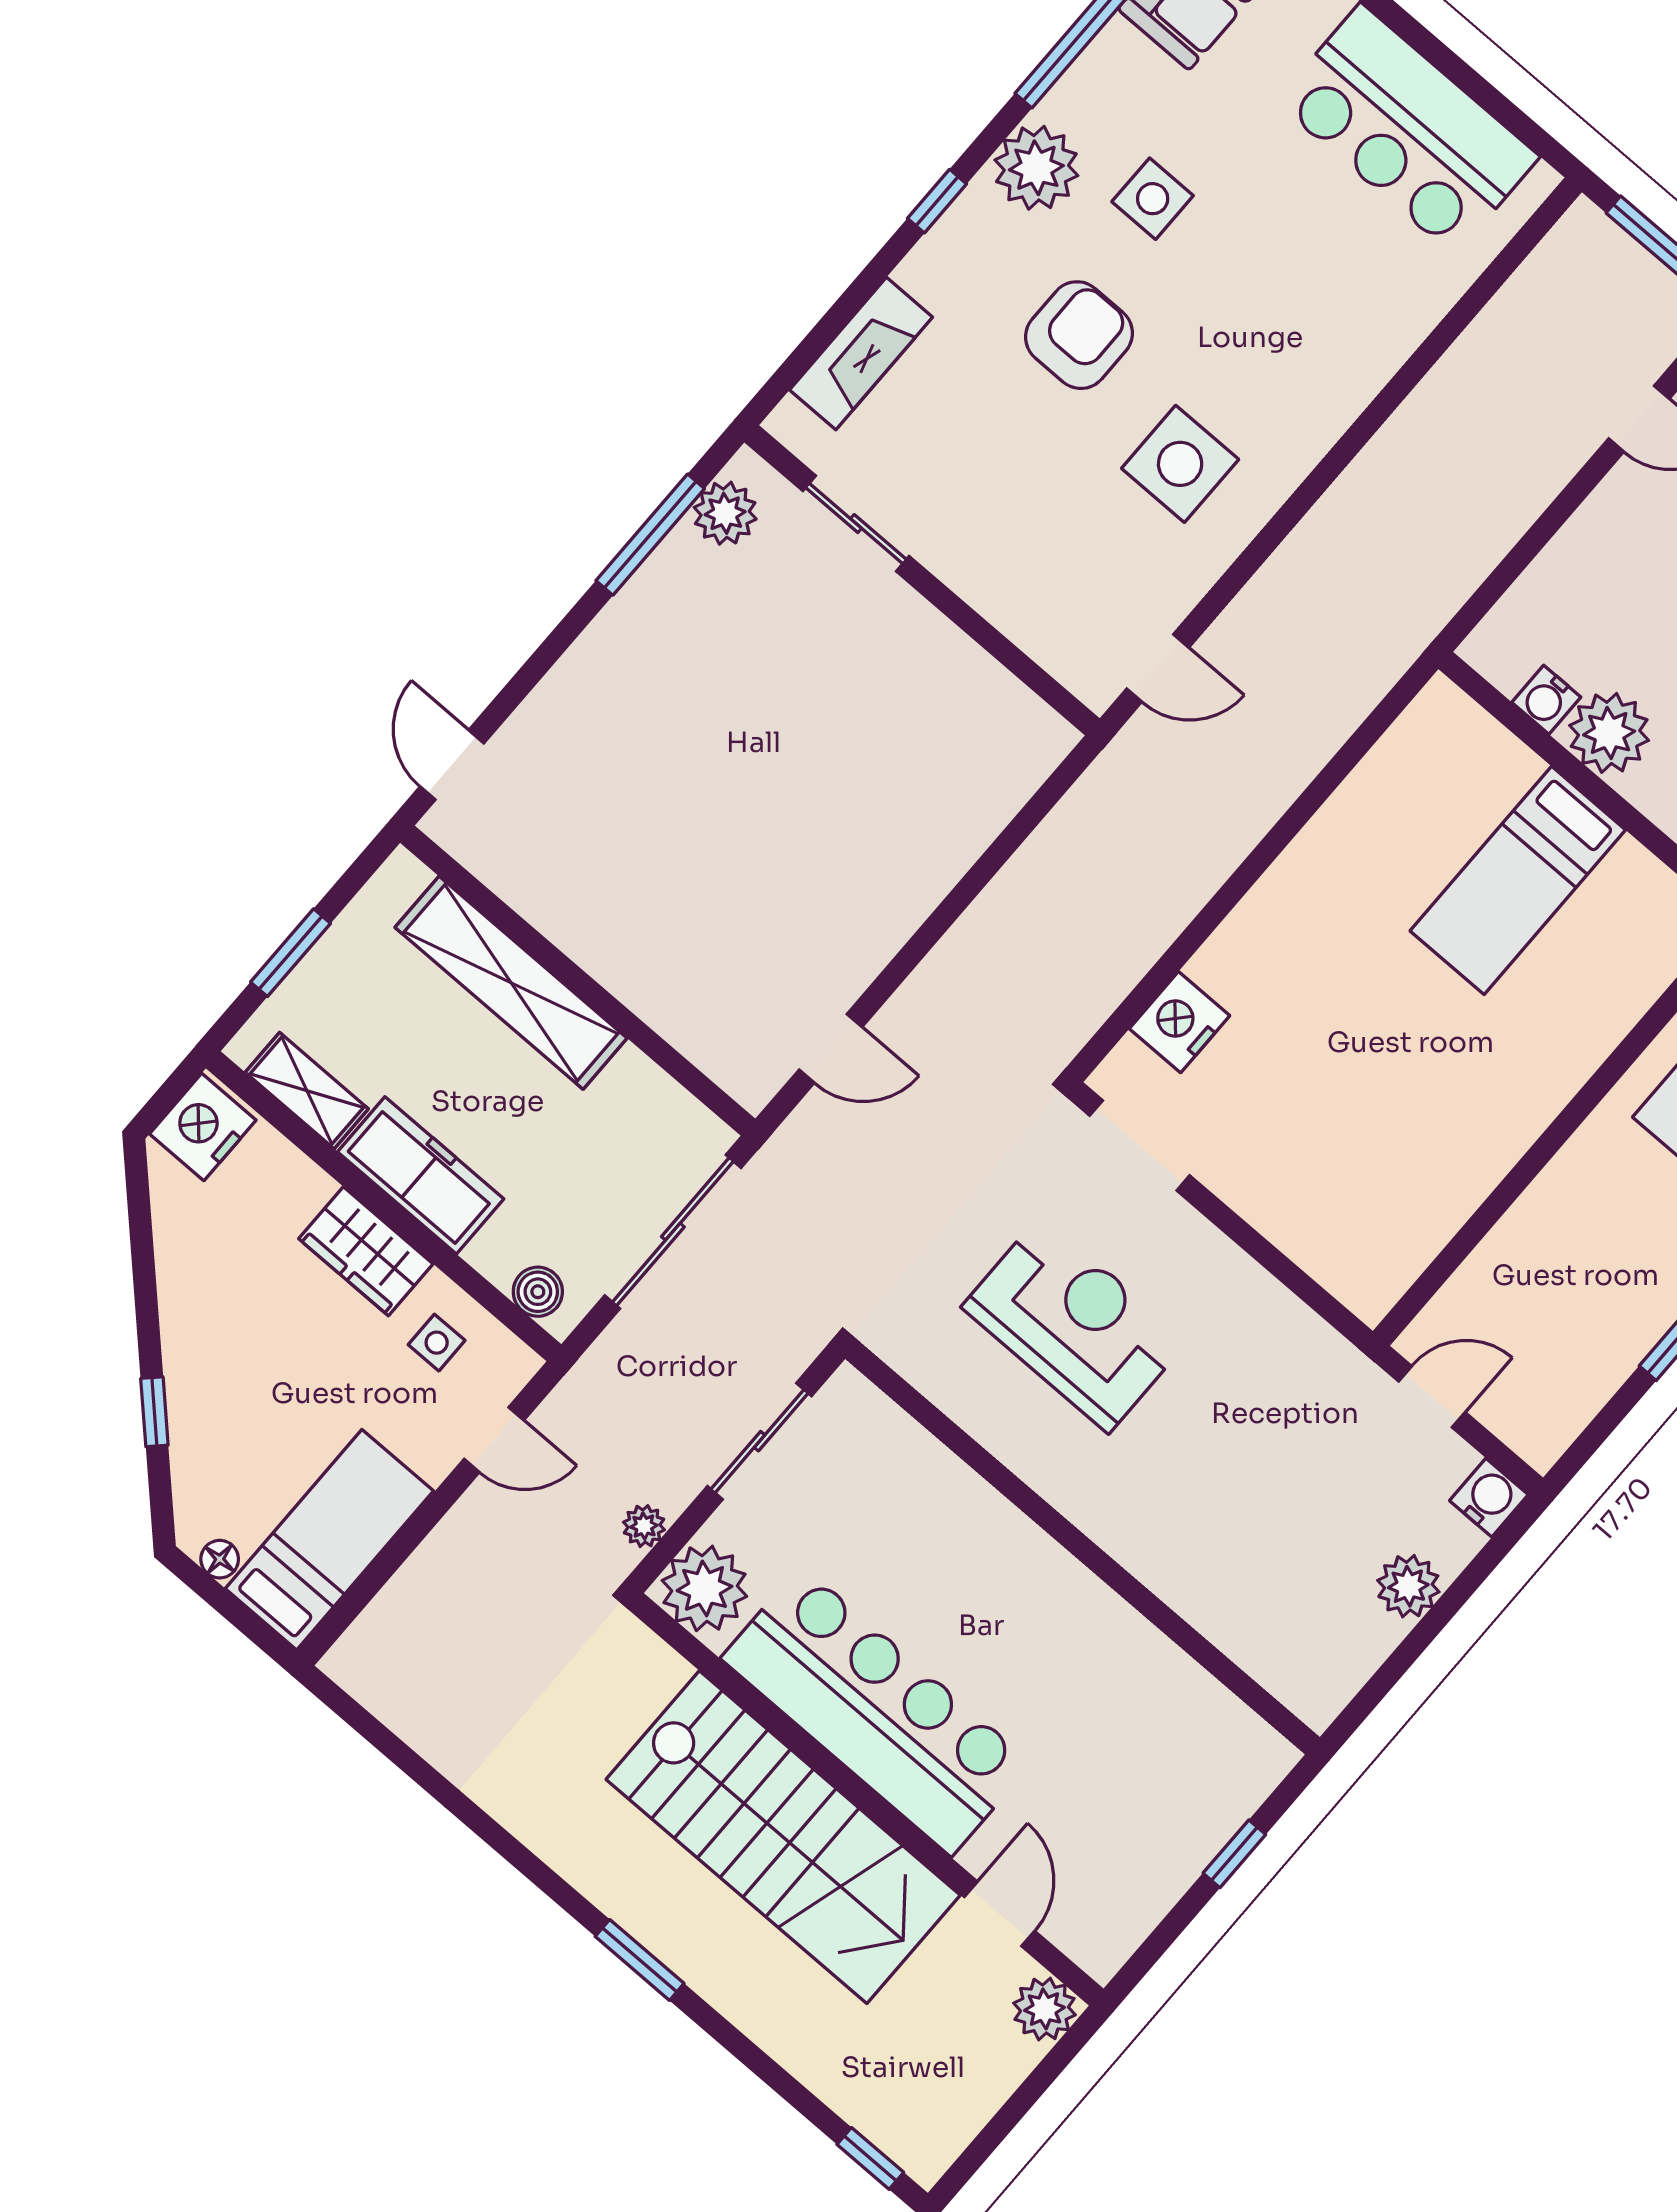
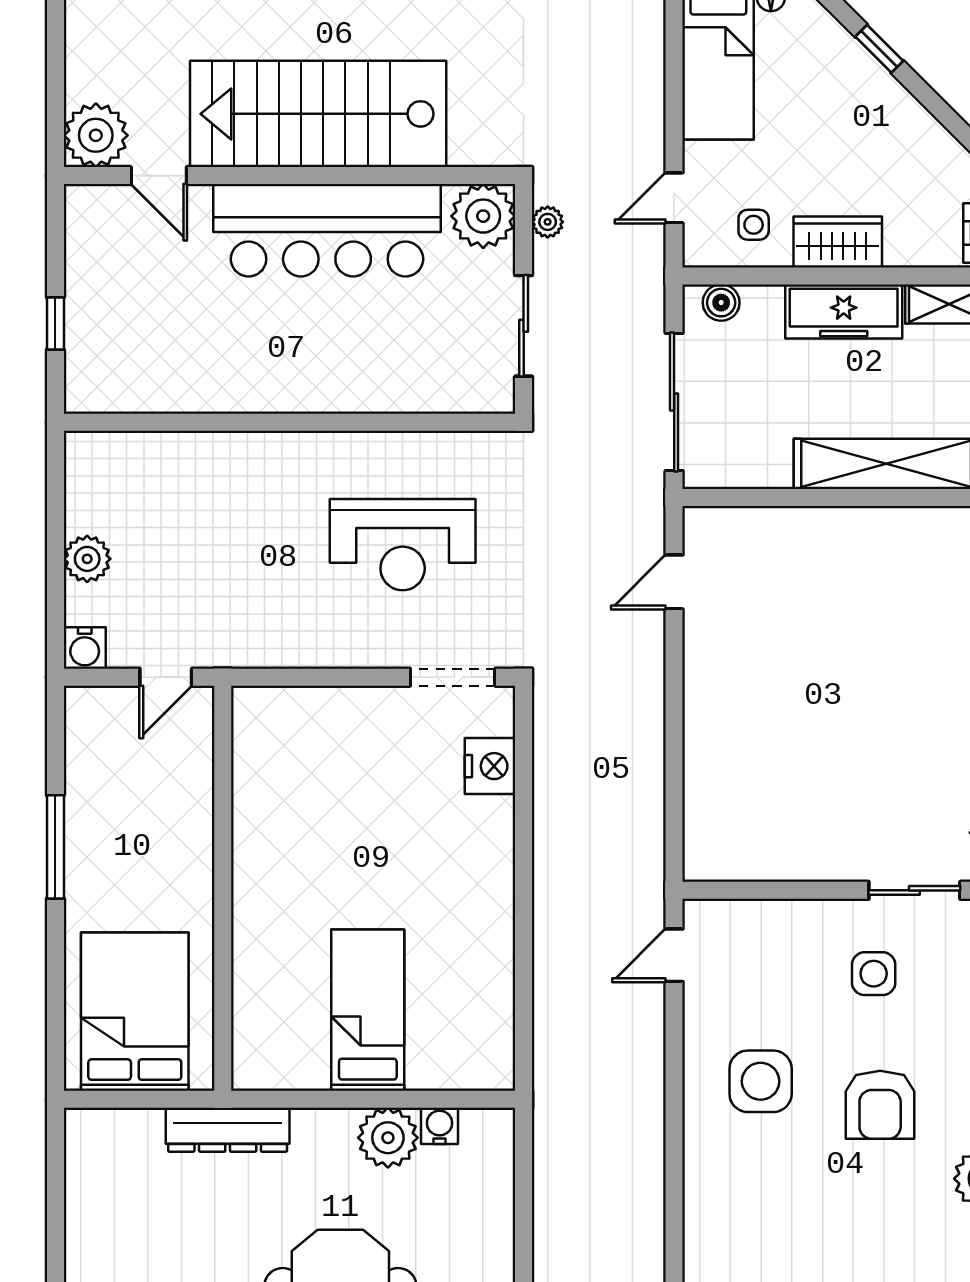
side table: (1153, 199) -> (874, 974), moved
plant: (1044, 2009) -> (96, 135), width x1.36, depth x1.36

